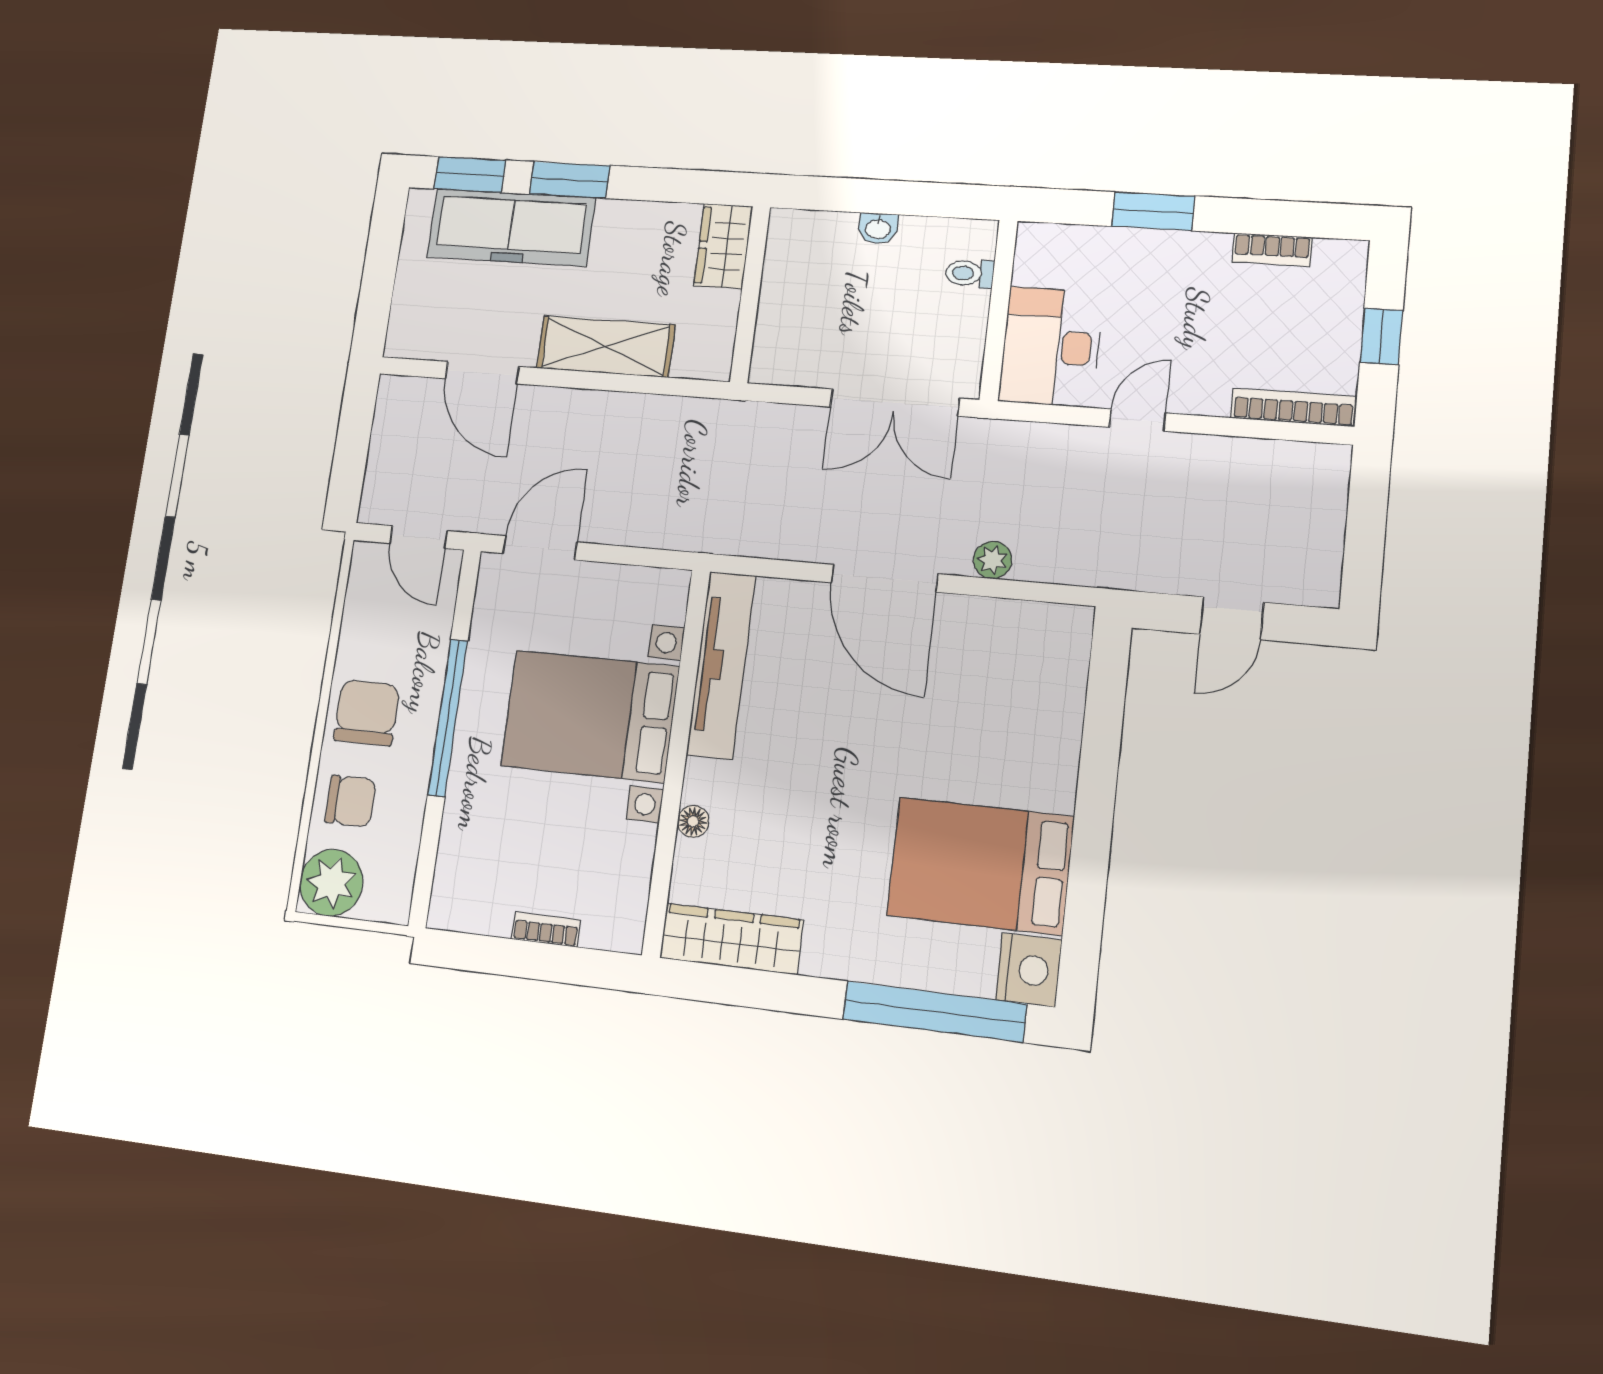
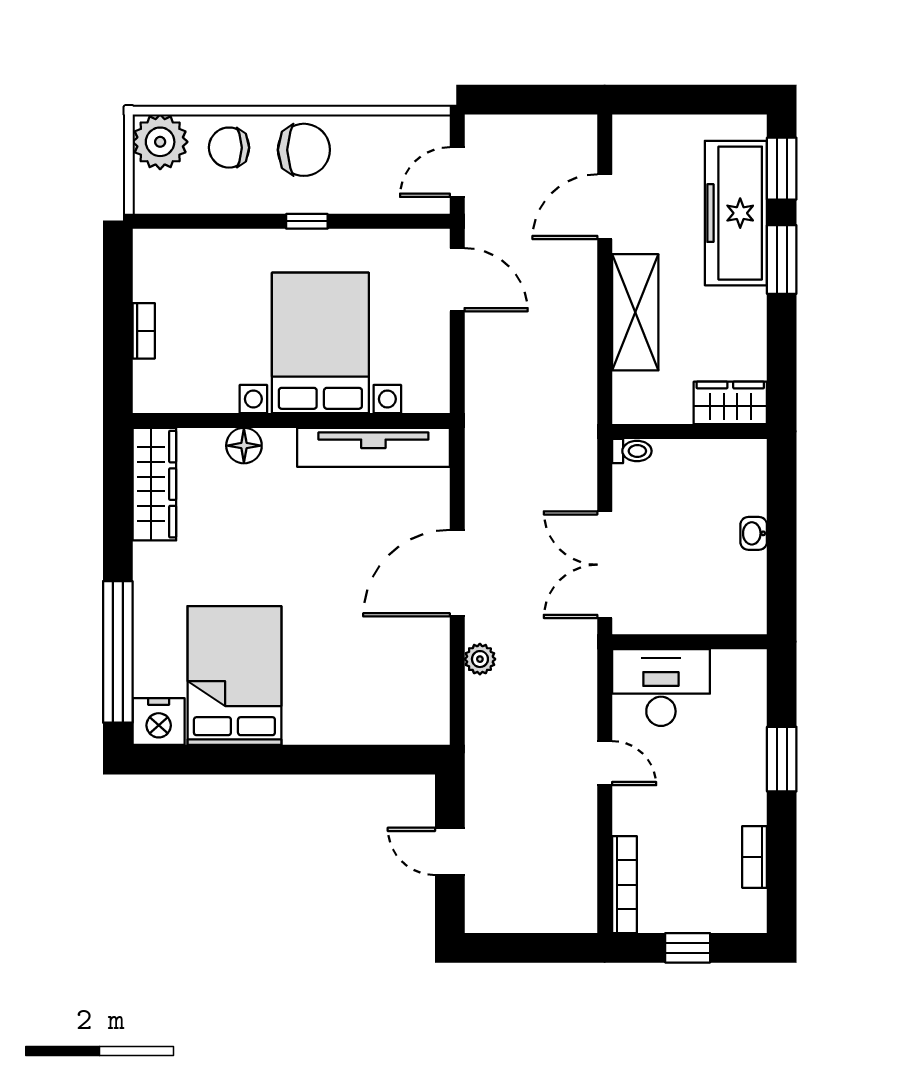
toilet: (970, 273) -> (632, 451), moved, turned 90
window: (448, 718) -> (307, 221), width x0.32
chair: (350, 801) -> (229, 148), turned 90
floor lamp: (693, 821) -> (244, 446), width x1.37, depth x1.37

